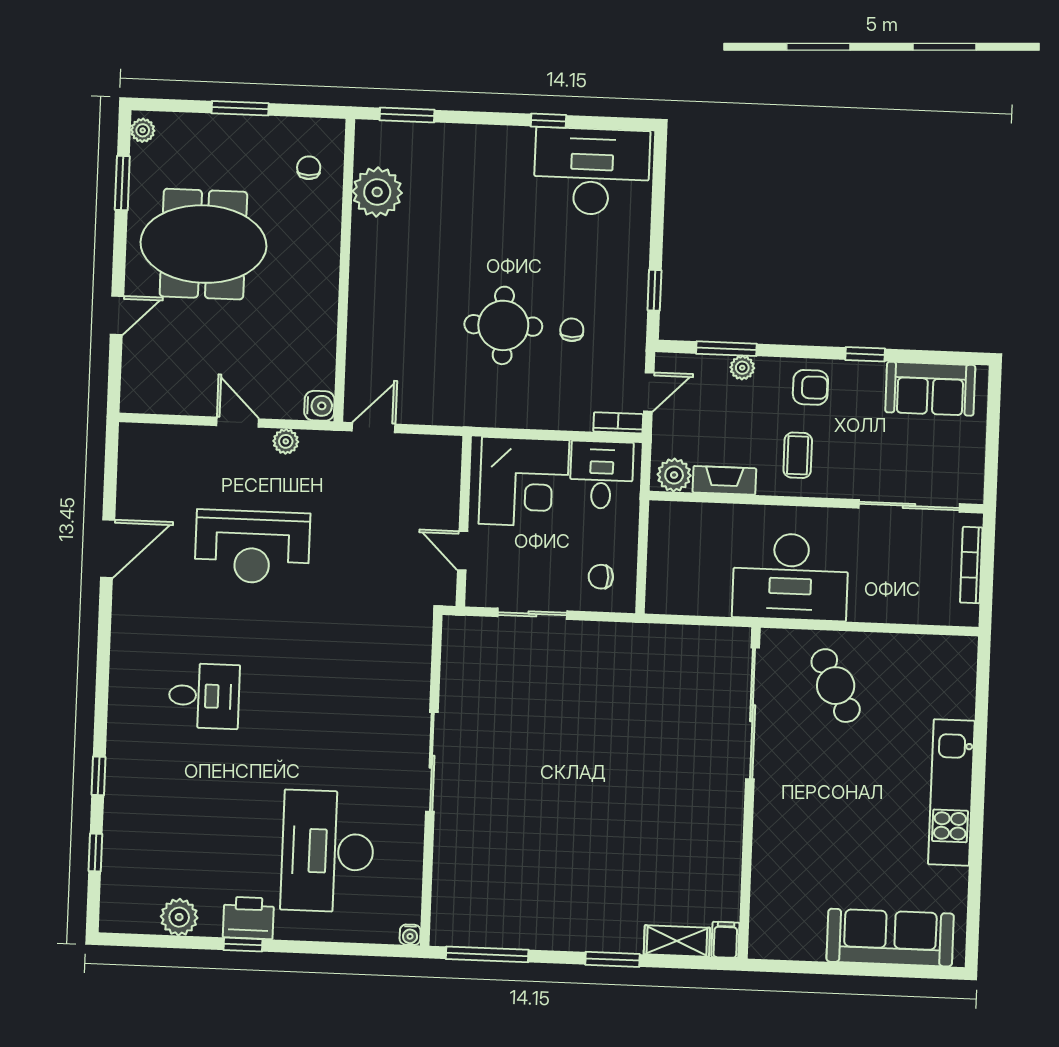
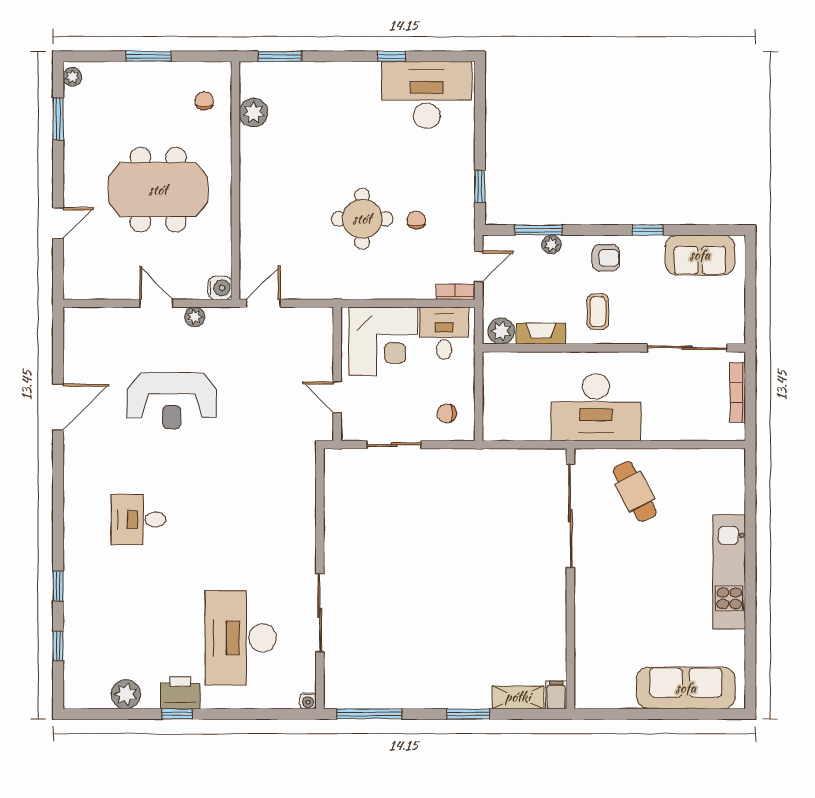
plant: (377, 192) -> (254, 113), width x0.73, depth x0.73
meeting table: (203, 244) -> (158, 190), moved
desk: (204, 696) -> (139, 520), turned 180
sliding door: (432, 762) -> (320, 613), moved

